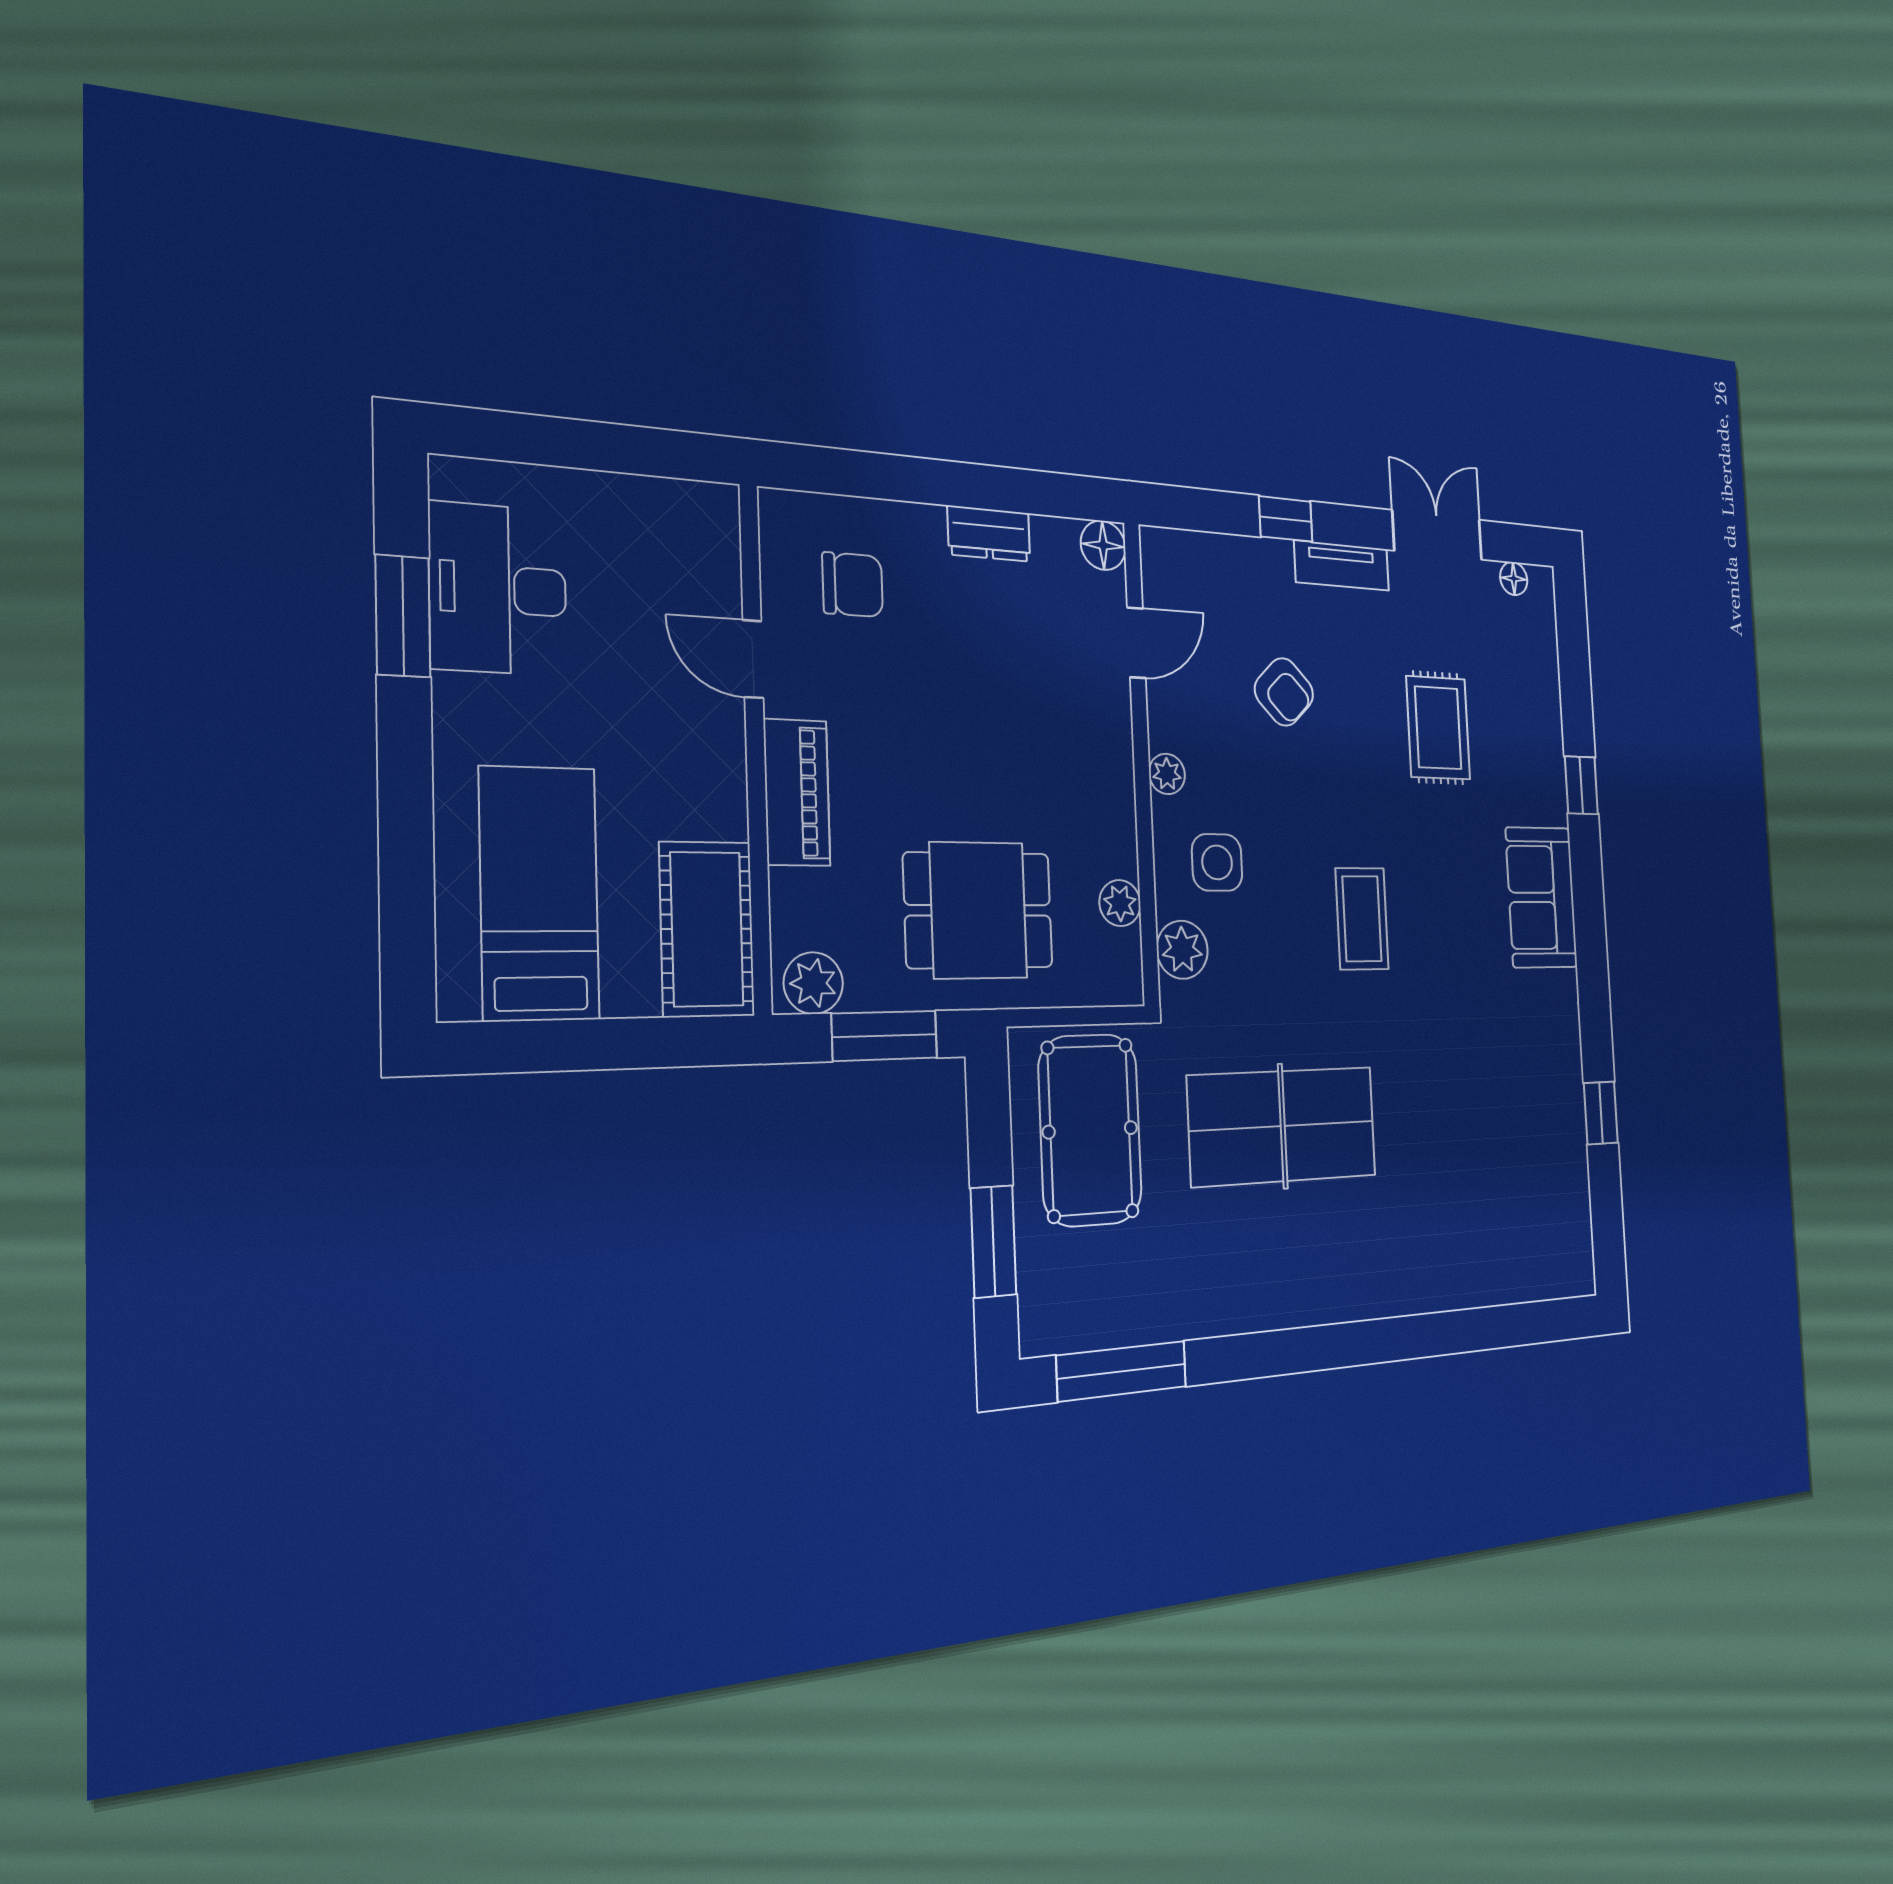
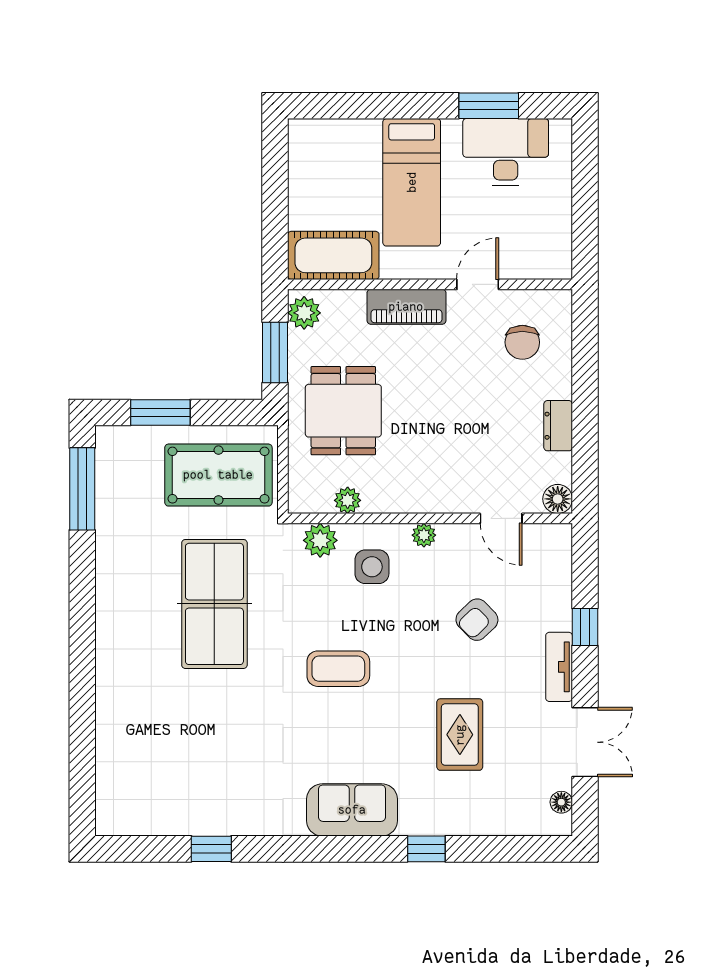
rug: (1438, 728) -> (460, 735), turned 90
bed: (539, 893) -> (412, 182), moved, turned 90

